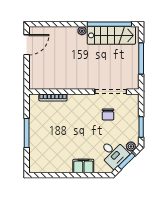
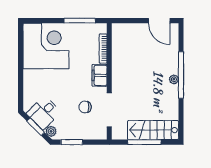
window: (109, 24) -> (181, 75), moved
stairs: (111, 35) -> (153, 130), moved, turned 90
window: (27, 133) -> (80, 21), moved
corner desk: (51, 151) -> (46, 46), added
filing cabinet: (83, 166) -> (100, 75), moved, turned 180

